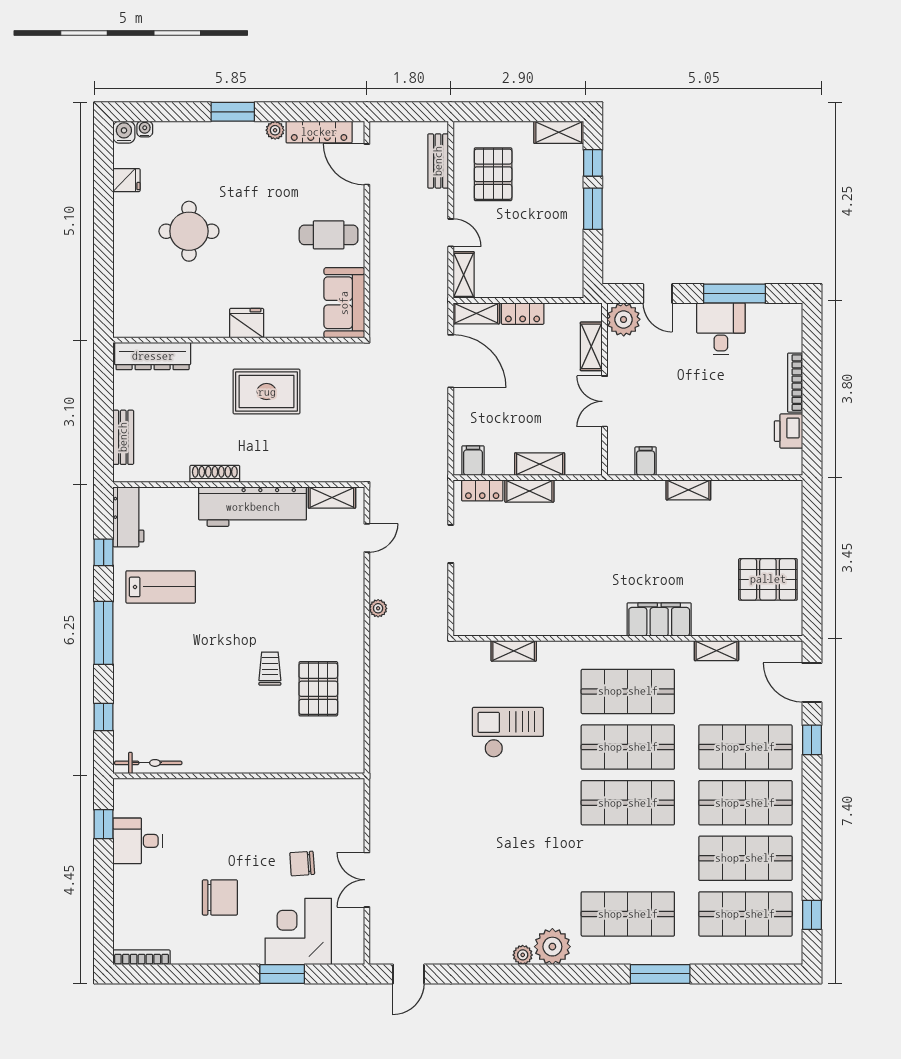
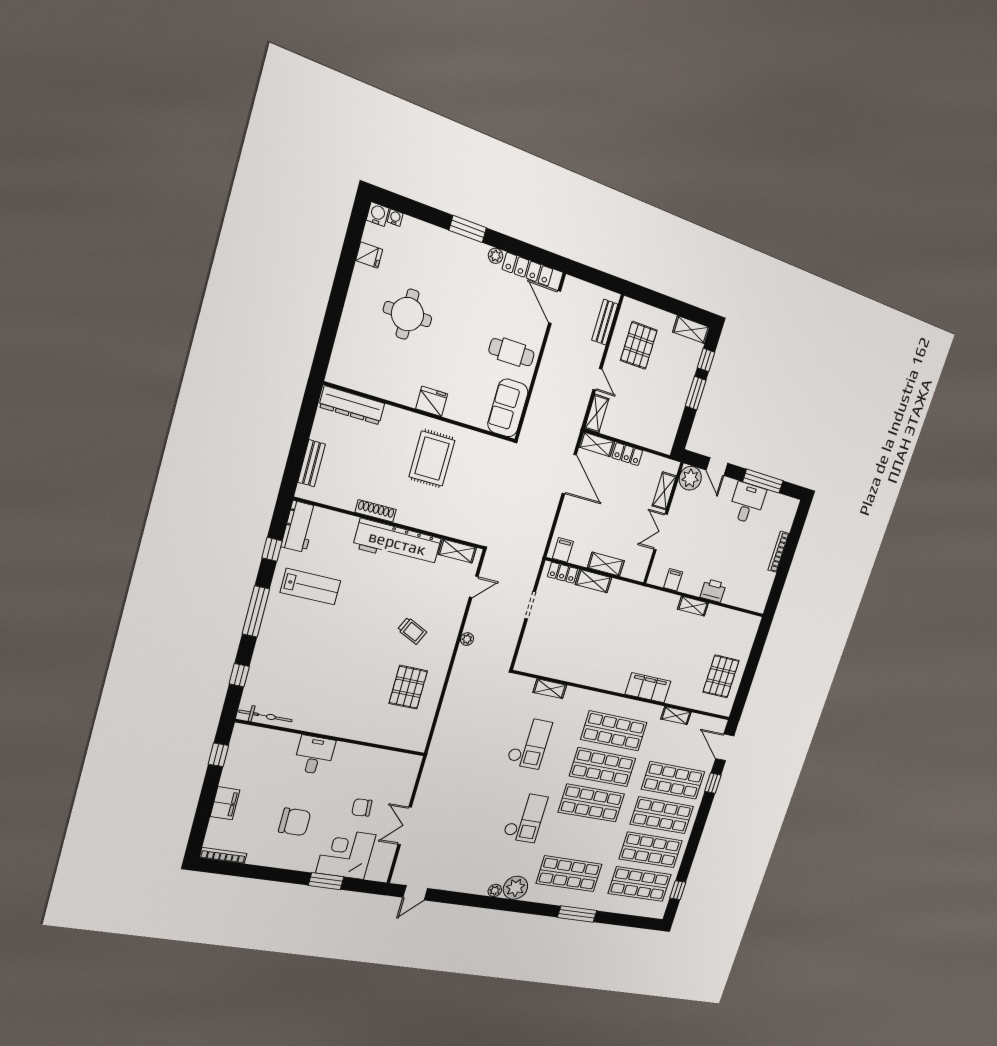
rug: (267, 392) -> (432, 459), turned 90
printer: (788, 431) -> (713, 591), moved, turned 90
pallet: (768, 579) -> (721, 676), turned 90
trolley: (270, 669) -> (412, 631), moved, turned 115
checkout: (508, 732) -> (529, 743), turned 90
checkout: (535, 840) -> (525, 817), added
desk: (137, 841) -> (314, 755), moved, turned 90
filing cabinet: (127, 886) -> (225, 803), added

